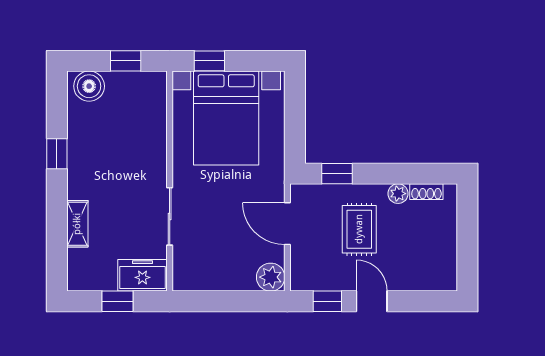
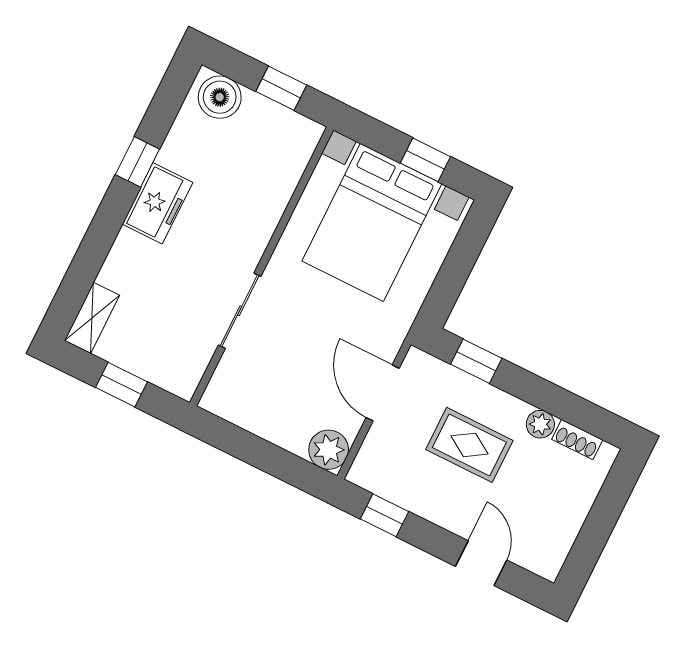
window: (209, 61) -> (425, 160), moved
shelving: (77, 224) -> (92, 318), moved
rug: (359, 229) -> (469, 445), turned 90
freezer: (142, 275) -> (157, 203), moved, turned 90
door: (372, 301) -> (481, 563), moved

